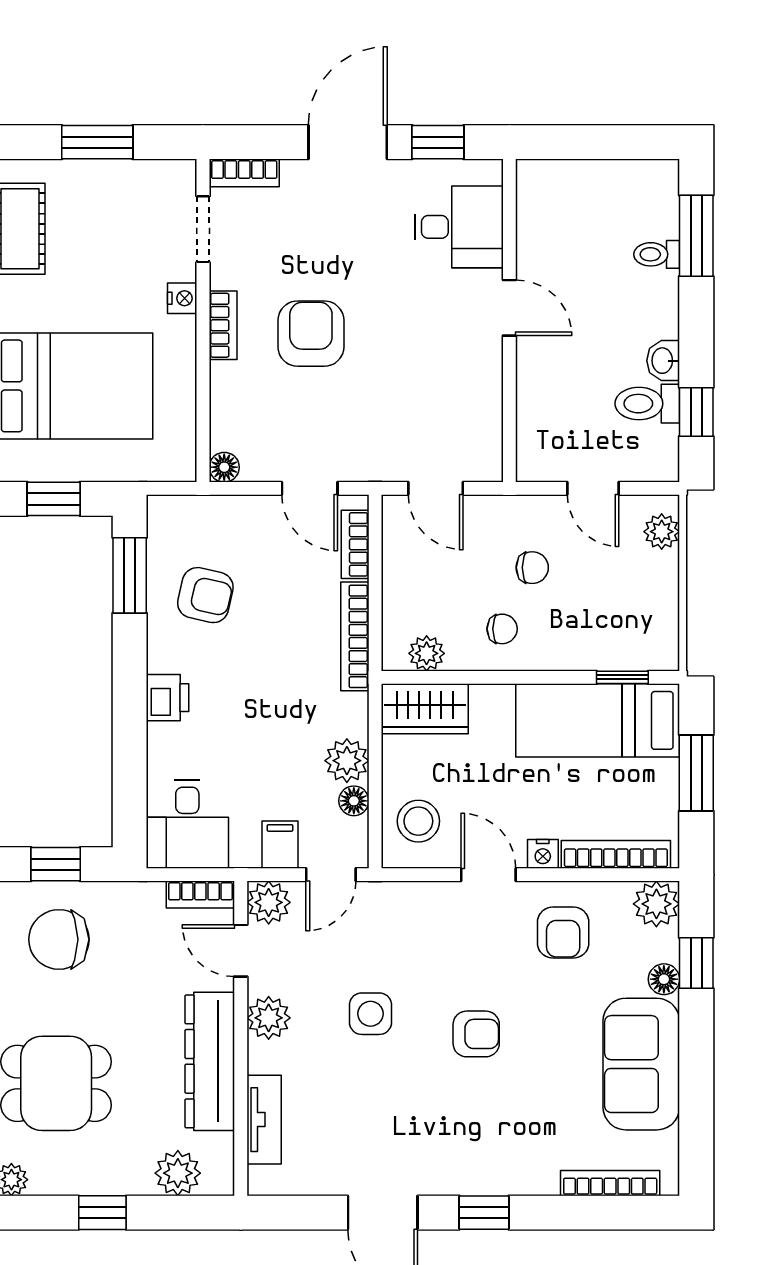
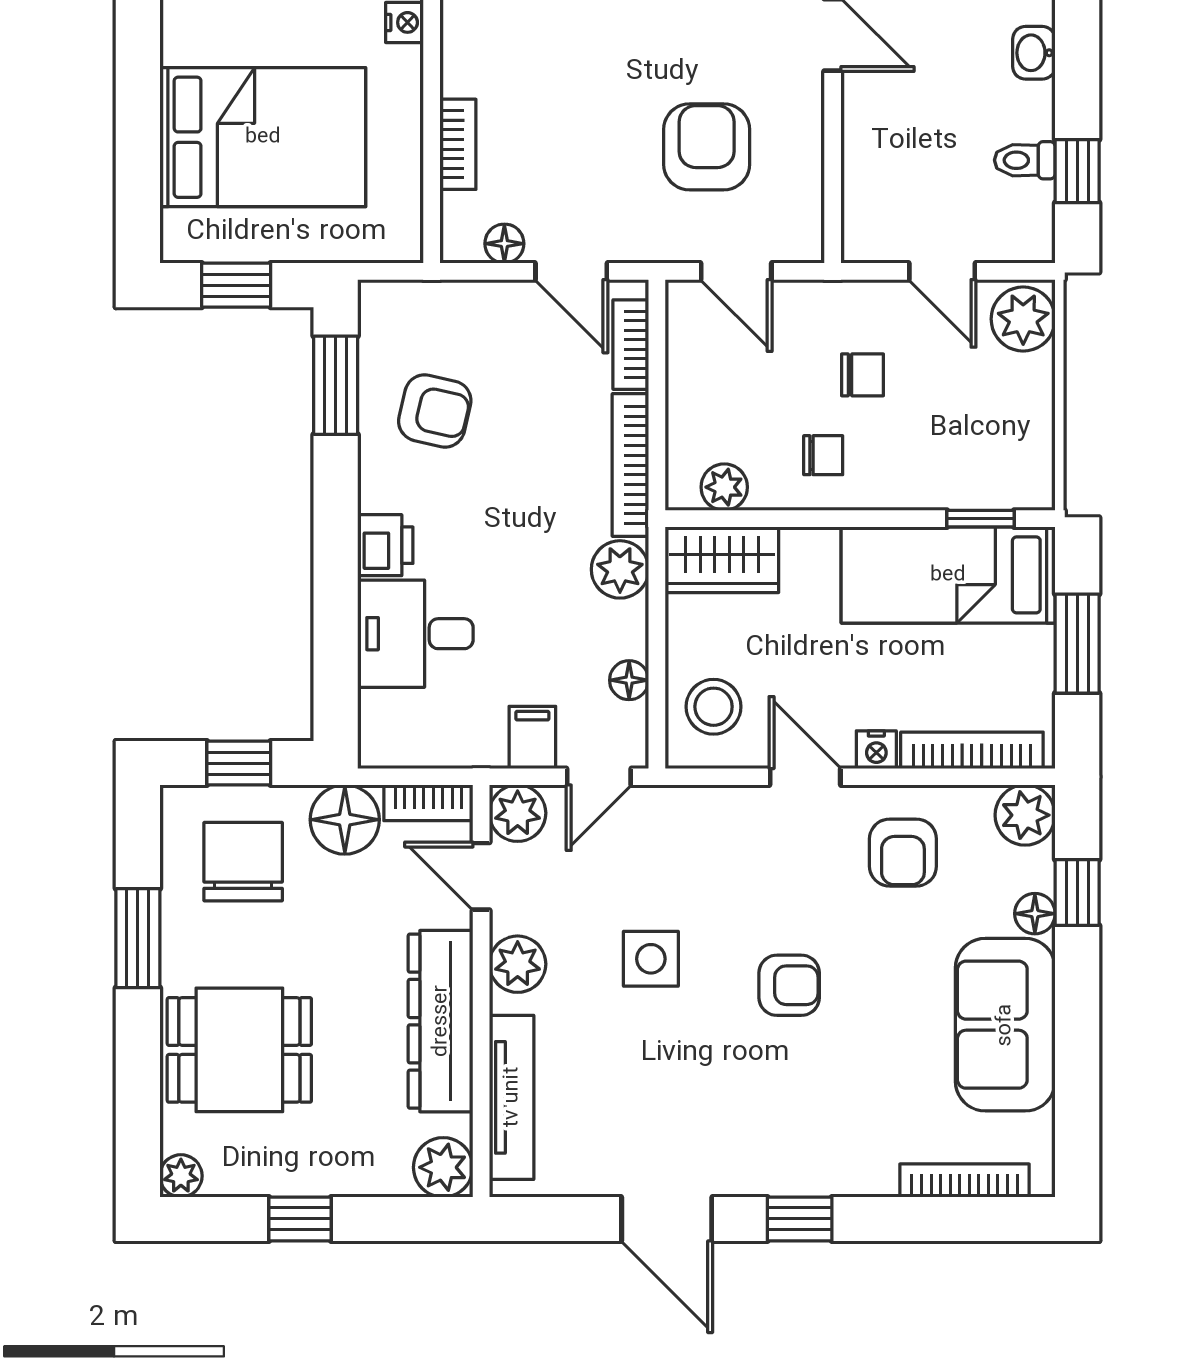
bookcase: (223, 325) -> (458, 144), moved
armchair: (311, 334) -> (707, 147), moved
washbasin: (663, 361) -> (1034, 53), moved
toilet: (647, 404) -> (1025, 160), width x0.73, depth x0.72
floor lamp: (224, 467) -> (504, 244), moved
plant: (662, 532) -> (1023, 319), width x1.38, depth x1.38
plant: (347, 761) -> (620, 569), moved
desk: (187, 824) -> (415, 634), moved, turned 90
floor lamp: (137, 907) -> (345, 820), added
chair: (59, 939) -> (243, 862), turned 90
tv unit: (264, 1120) -> (512, 1097), width x1.41
plant: (178, 1173) -> (443, 1167), moved

